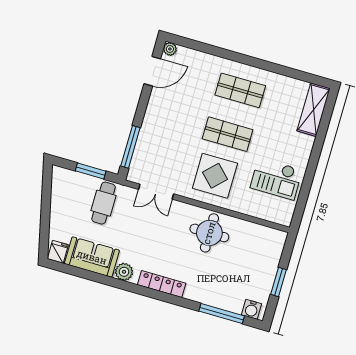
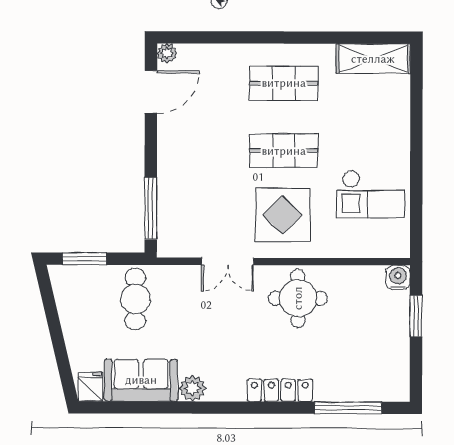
shelving: (313, 110) -> (373, 59), moved, turned 90
window: (91, 171) -> (84, 259), moved
double door: (156, 192) -> (228, 261), moved
window: (278, 282) -> (416, 316), moved
locker: (162, 284) -> (280, 390), moved
water cooler: (252, 309) -> (398, 277), moved, turned 180

